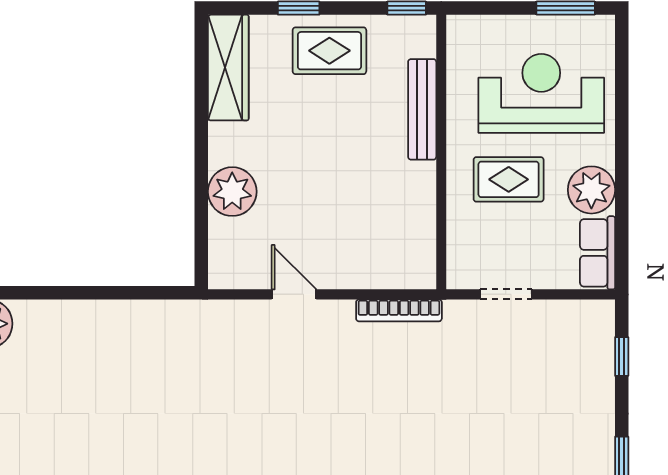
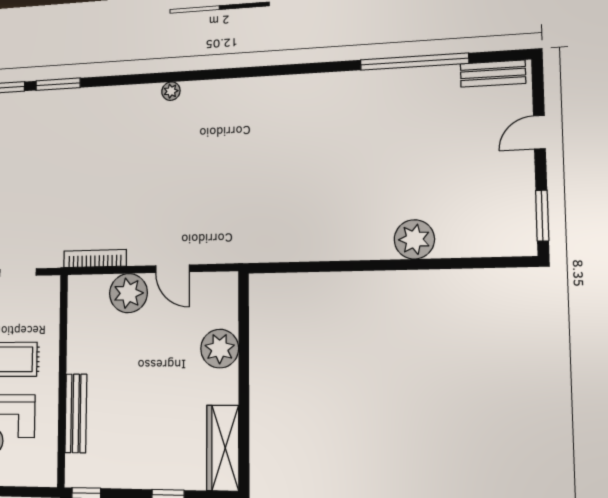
rug: (329, 51) -> (145, 460), removed
plant: (353, 264) -> (128, 293), added

